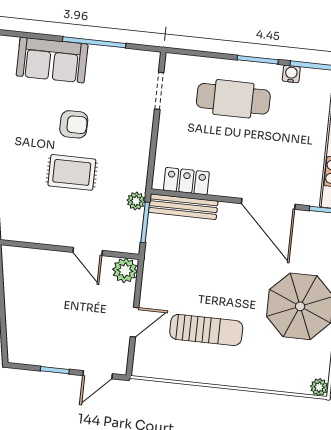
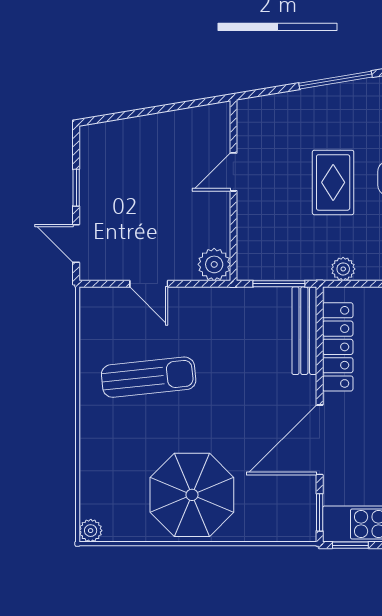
locker: (186, 181) -> (338, 347), width x1.53
plant: (136, 201) -> (343, 269), moved
door: (88, 251) -> (233, 172), moved
sun lounger: (206, 330) -> (149, 377), turned -96

